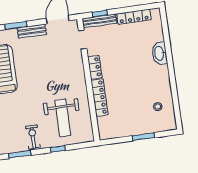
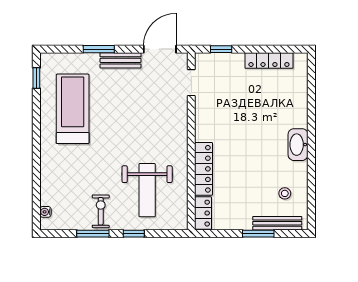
bench: (100, 21) -> (277, 223), moved
washbasin: (159, 53) -> (298, 145), moved
locker: (95, 67) -> (203, 213), moved
window: (20, 154) -> (93, 234), moved

